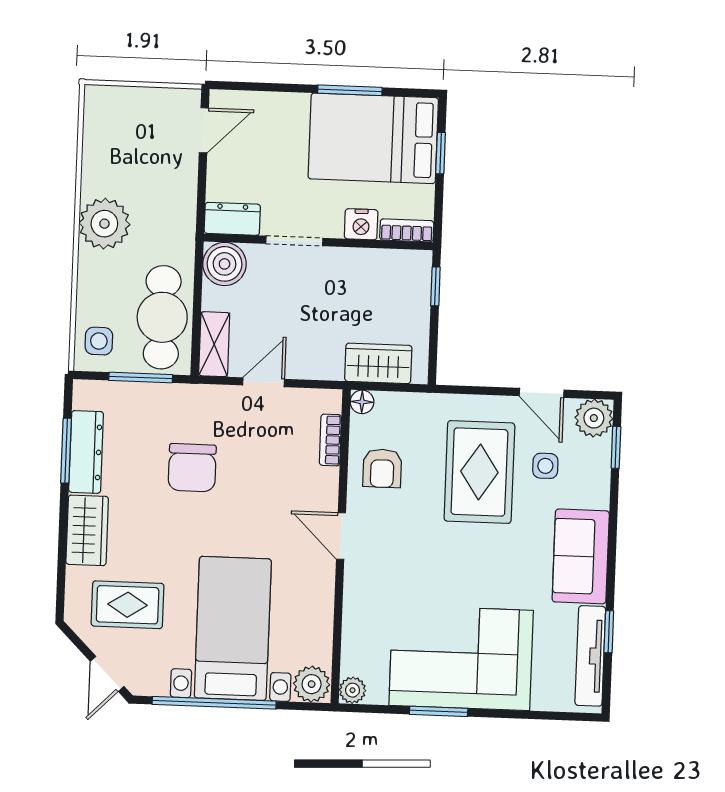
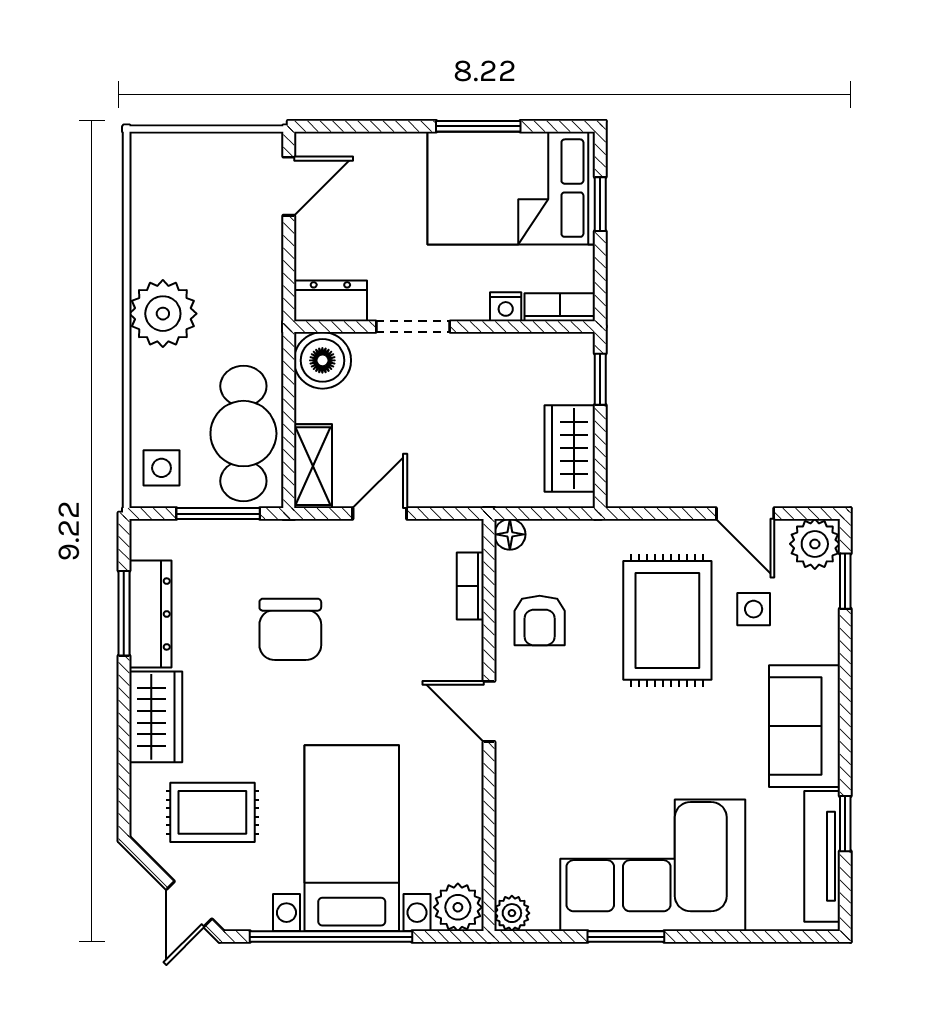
nightstand: (361, 224) -> (506, 307), width x0.72, depth x0.74
wardrobe: (378, 363) -> (570, 448), moved, turned -90

